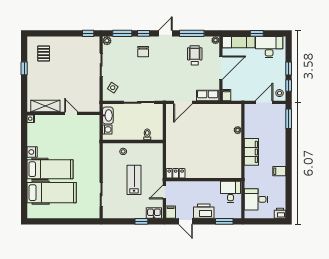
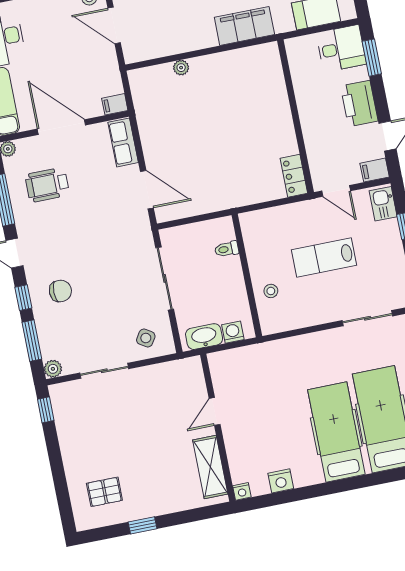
nightstand: (32, 152) -> (281, 481), moved
filing cabinet: (251, 152) -> (244, 26), moved
desk: (230, 192) -> (341, 48), moved, turned 180

